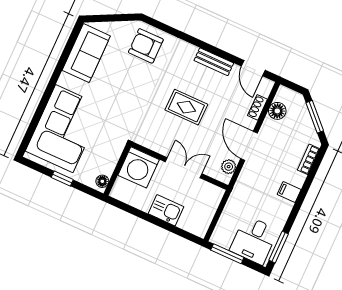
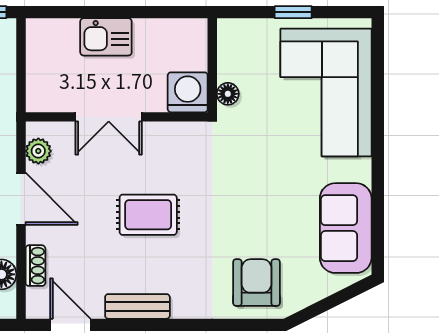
armchair: (146, 46) -> (257, 283), turned -90
washing machine: (139, 167) -> (188, 92), width x0.73, depth x0.73
floor lamp: (102, 181) -> (228, 94), moved

